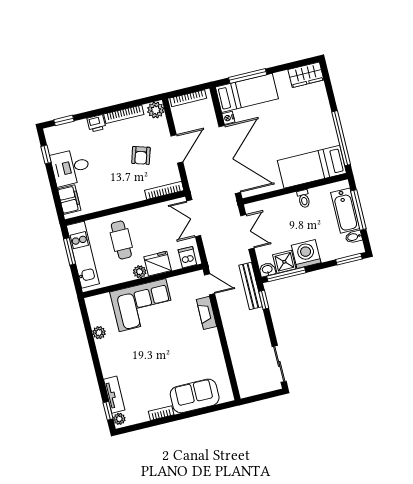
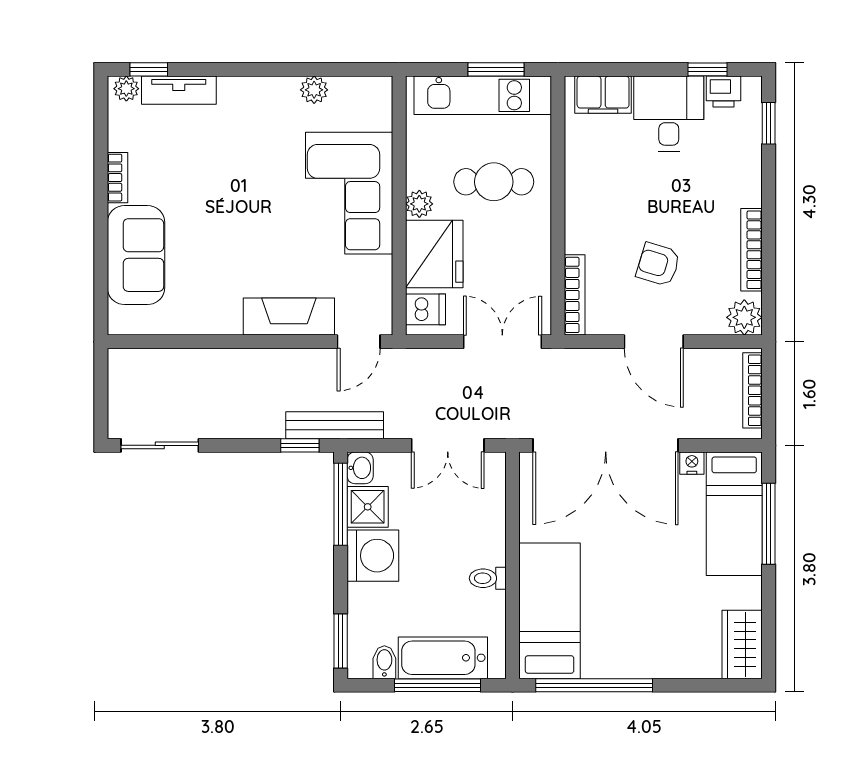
printer: (96, 123) -> (723, 91), moved, turned -90
fridge: (158, 264) -> (434, 254), width x1.36, depth x1.34
fireplace: (207, 313) -> (289, 316), width x1.37, depth x1.32

